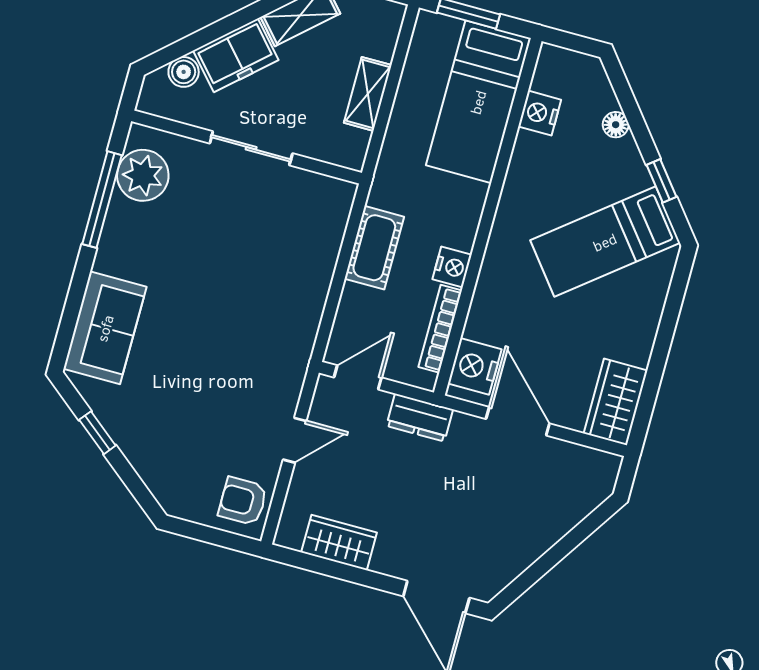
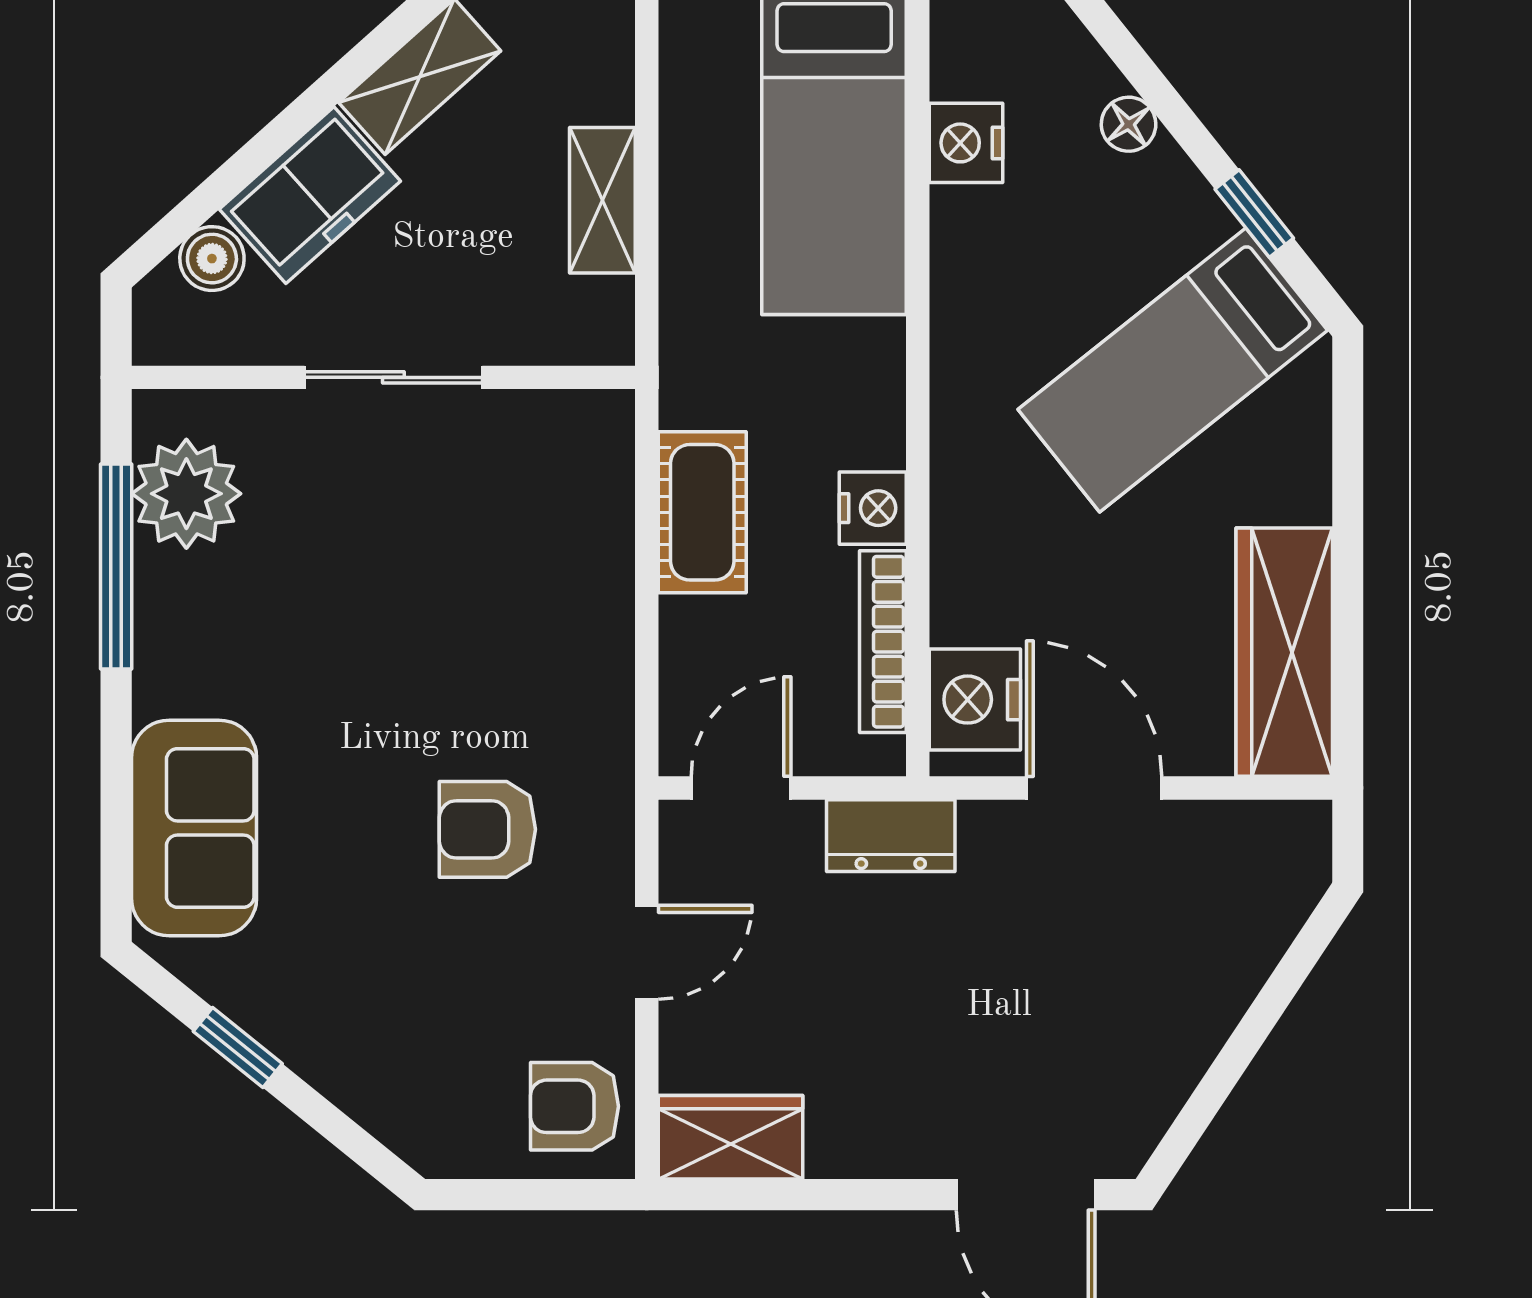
armchair: (238, 365) -> (487, 829), added
wardrobe: (616, 402) -> (1284, 652), width x1.50
wardrobe: (339, 542) -> (730, 1137), moved

